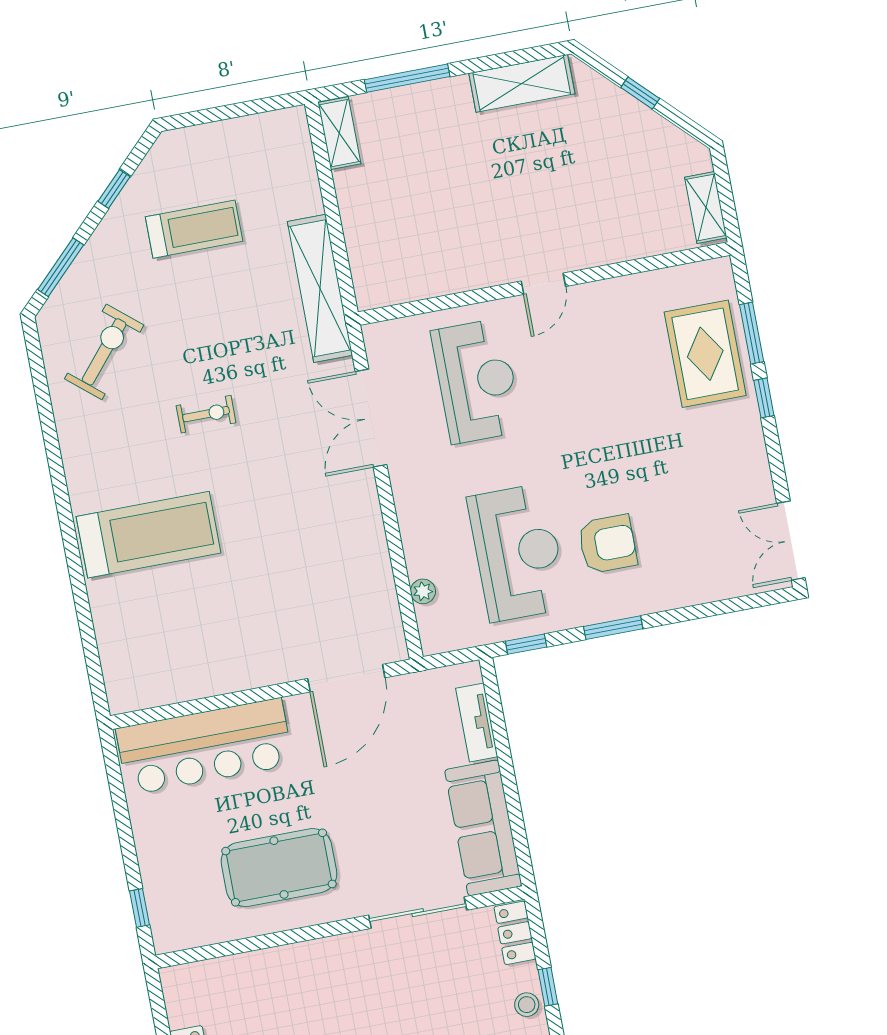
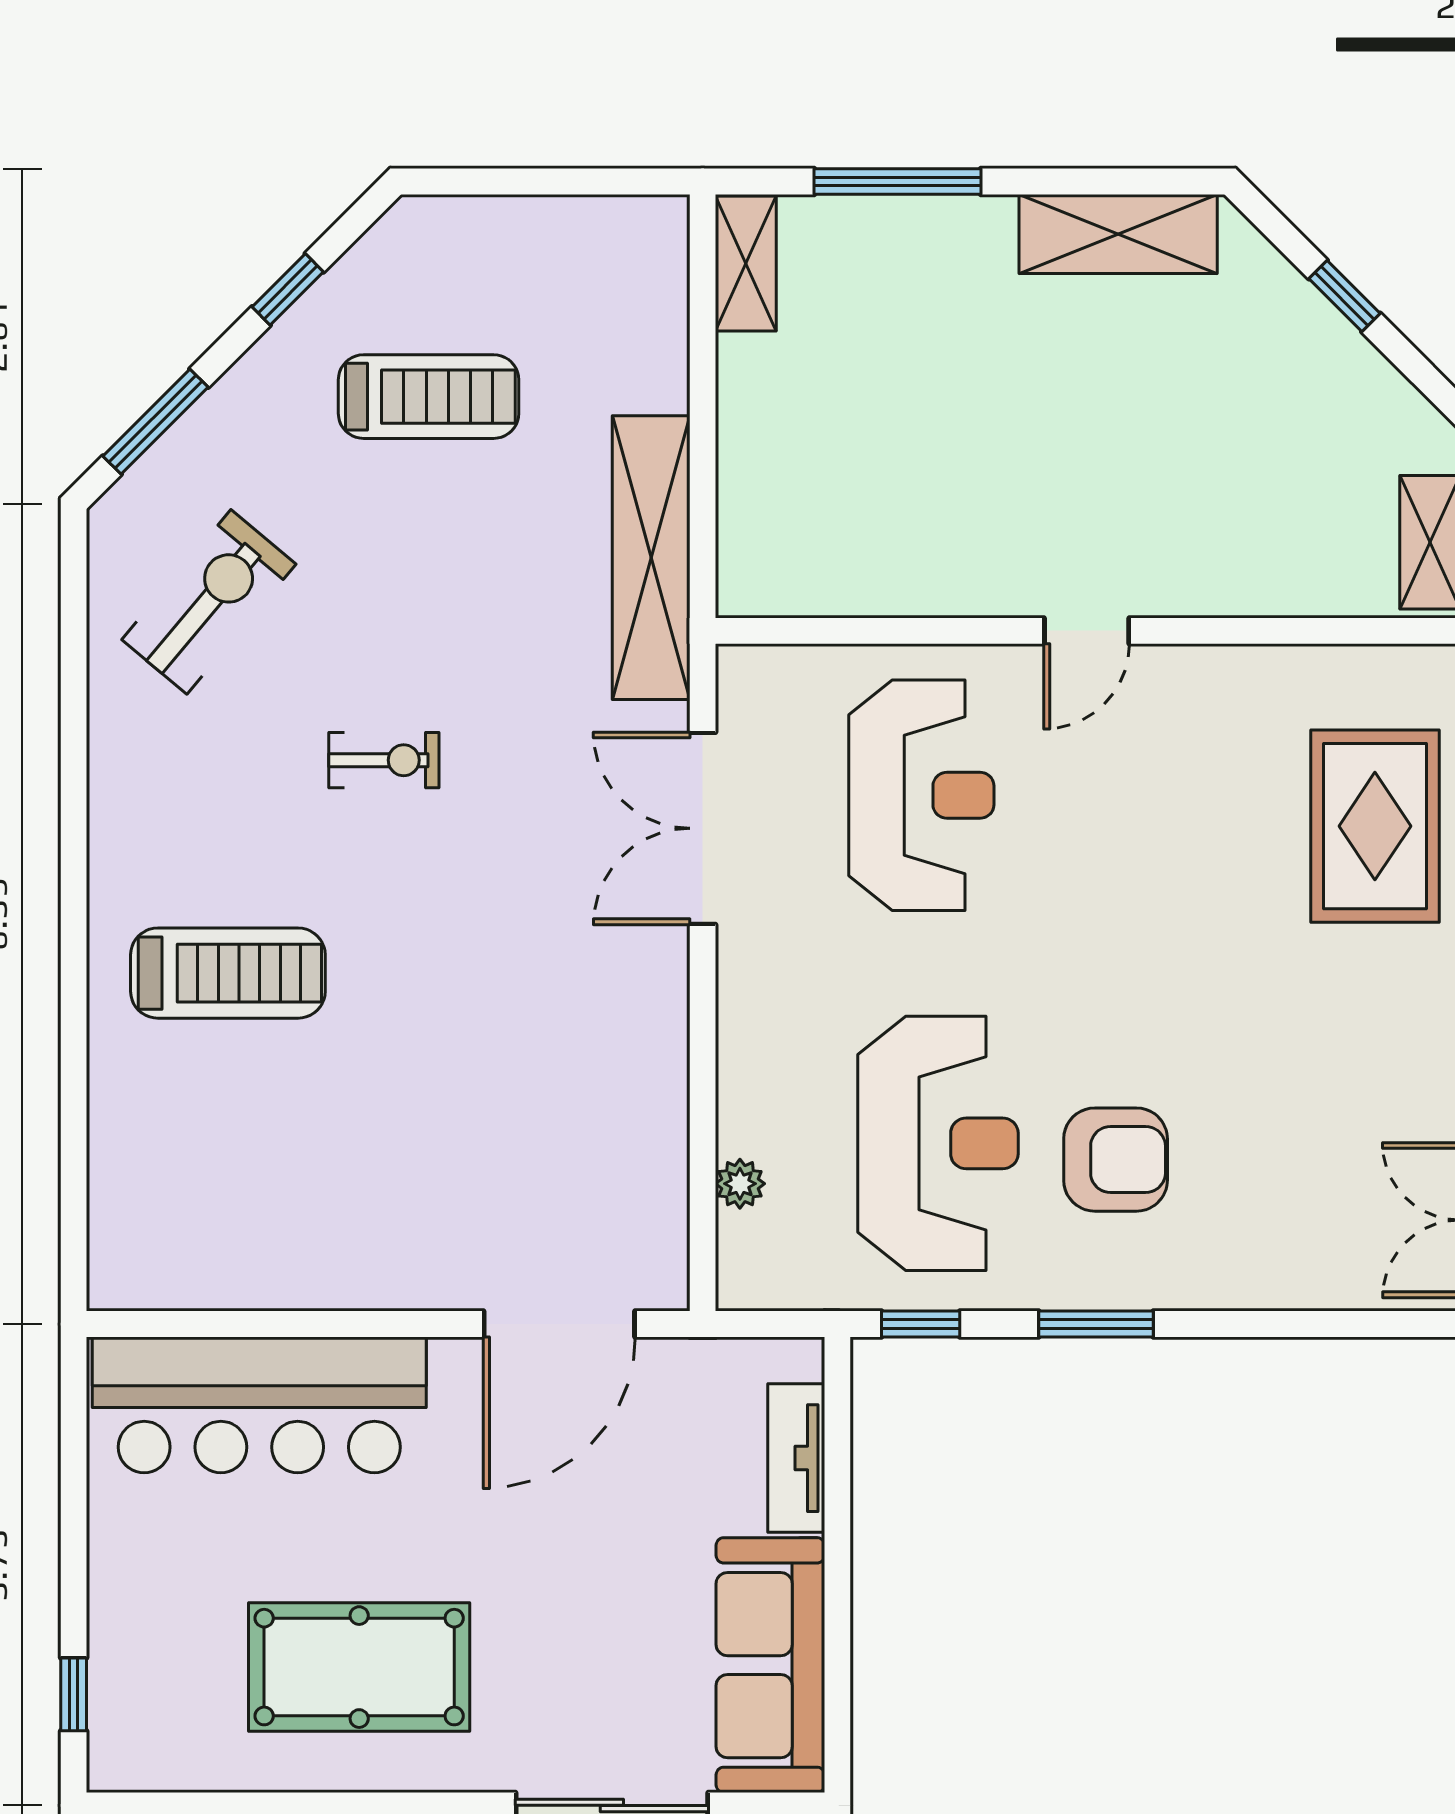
treadmill: (148, 535) -> (228, 973), width x0.73, depth x0.73

